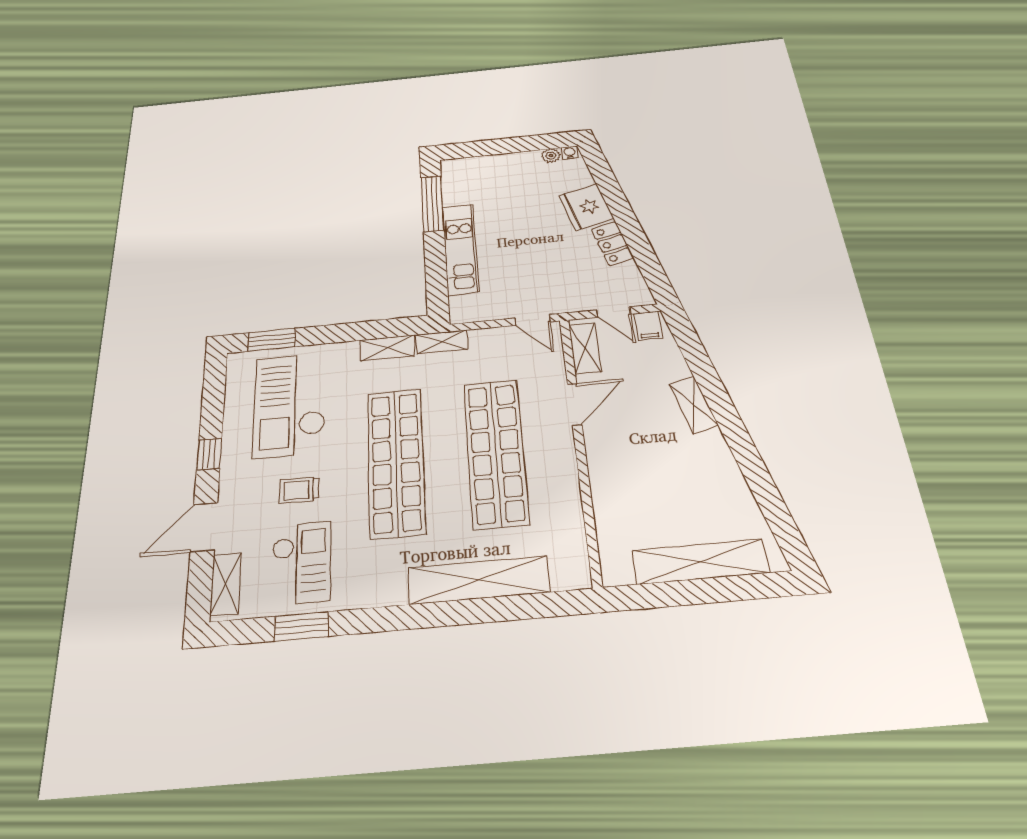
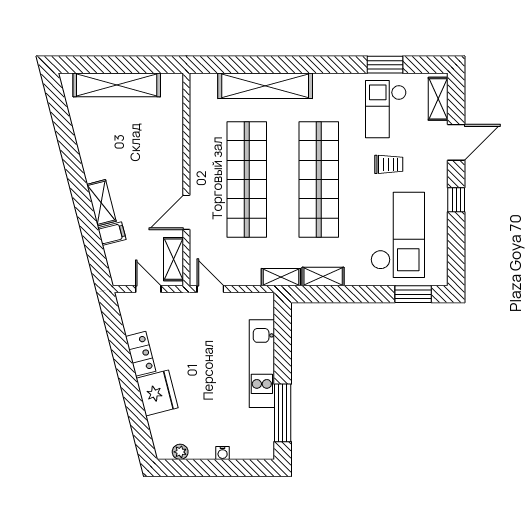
water cooler: (570, 153) -> (223, 453), moved
filing cabinet: (648, 326) -> (112, 234), moved, turned 76

